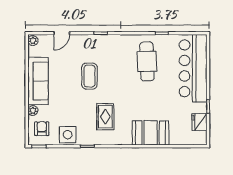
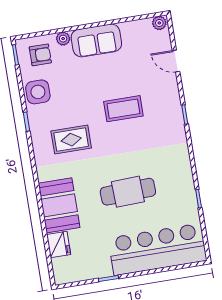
cafe table: (147, 61) -> (128, 192), moved
sofa: (38, 81) -> (96, 40), width x0.73
fridge: (200, 122) -> (59, 245), moved, turned 90

